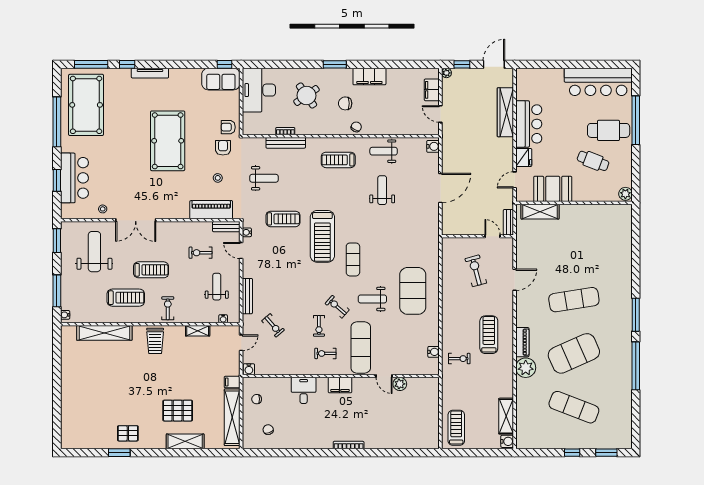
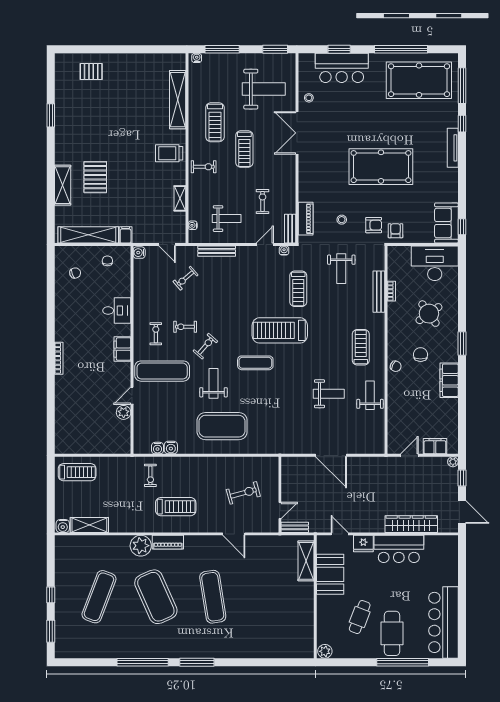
water cooler: (433, 146) -> (171, 448), moved
piano: (211, 210) -> (306, 219), width x0.73, depth x0.75
pallet: (128, 433) -> (91, 72), moved, turned 90

